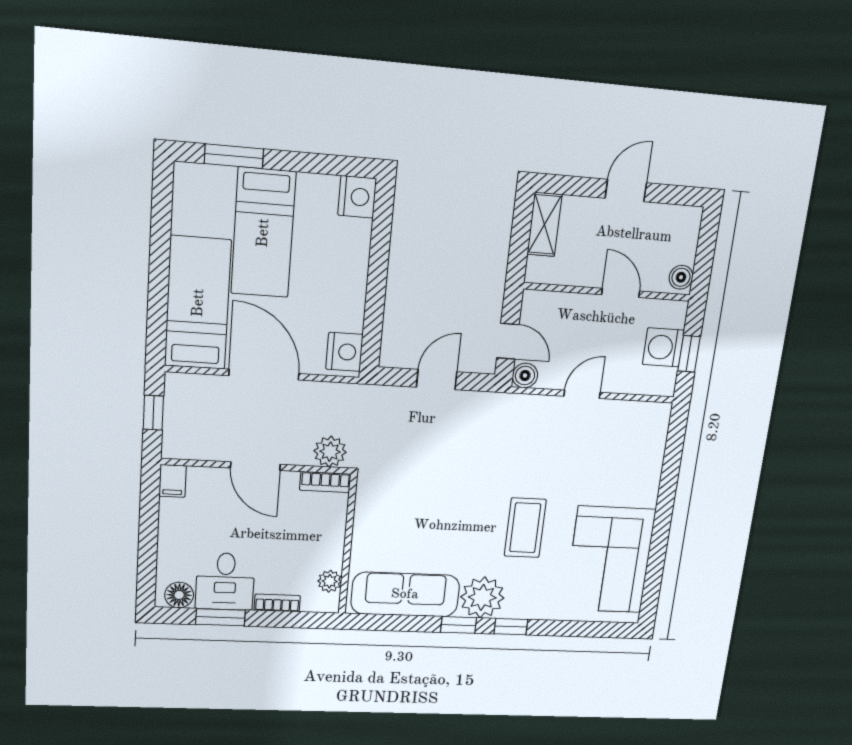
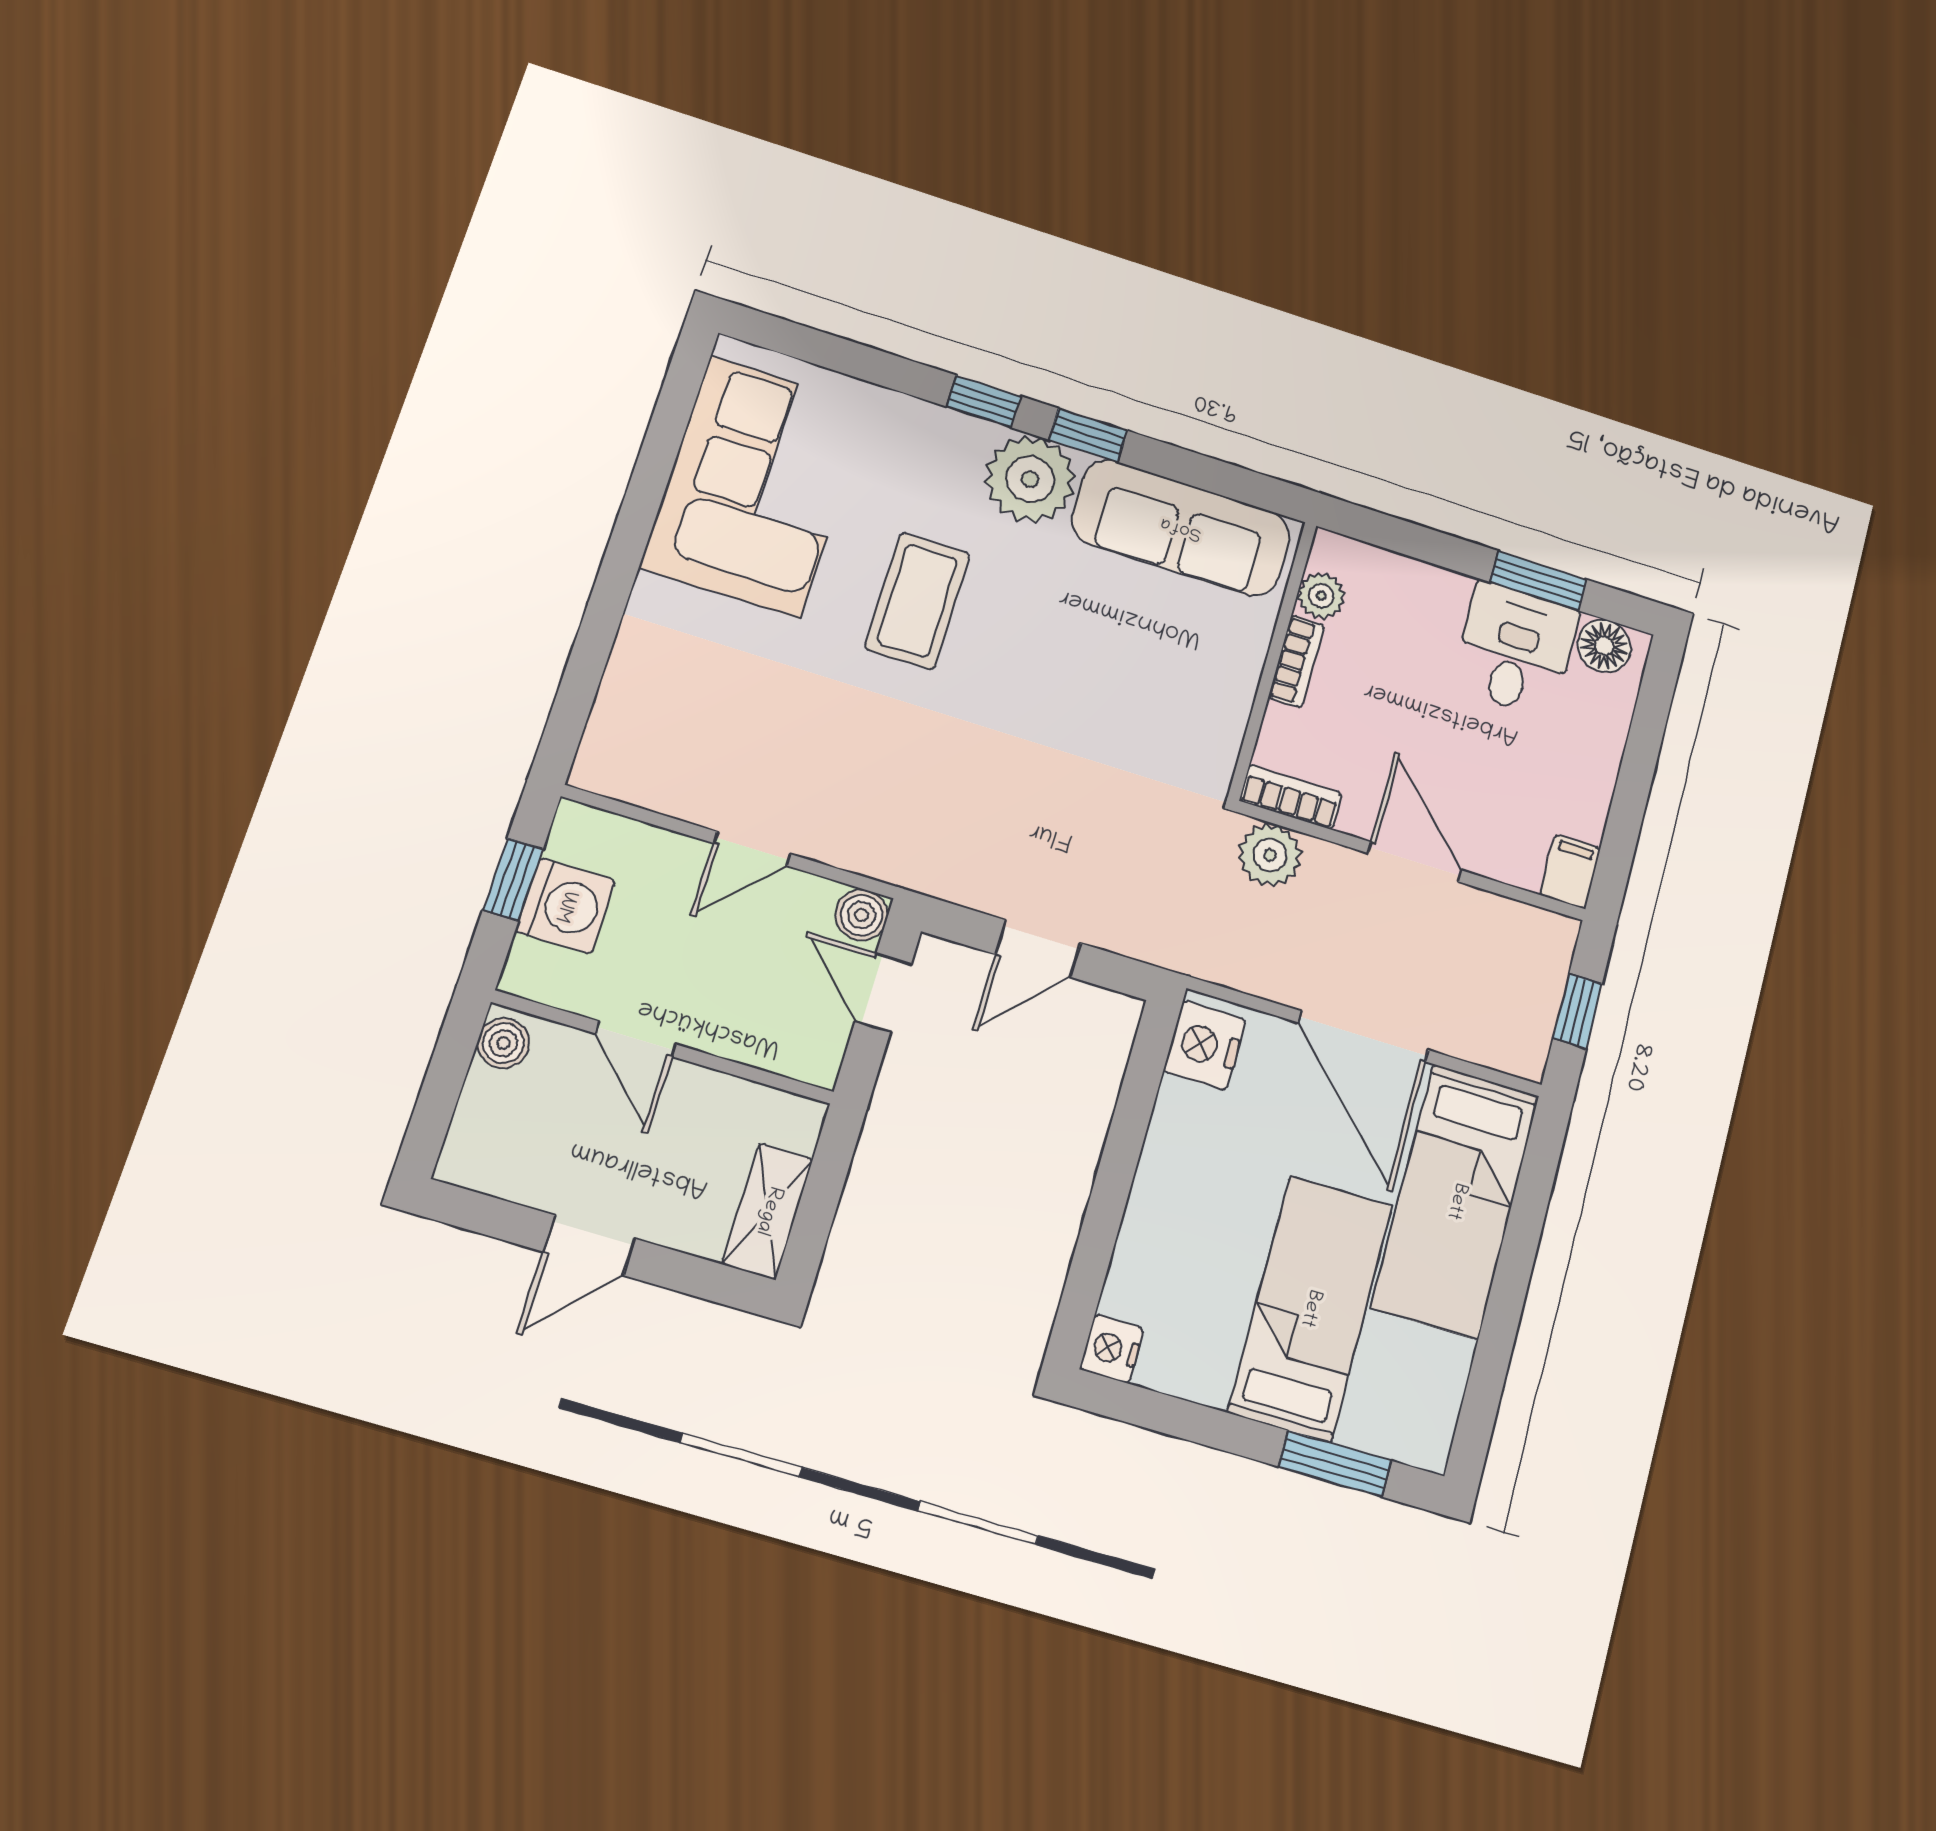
nightstand: (357, 197) -> (1112, 1349), width x0.74, depth x0.75
bookcase: (277, 603) -> (1296, 661), moved, turned -90

